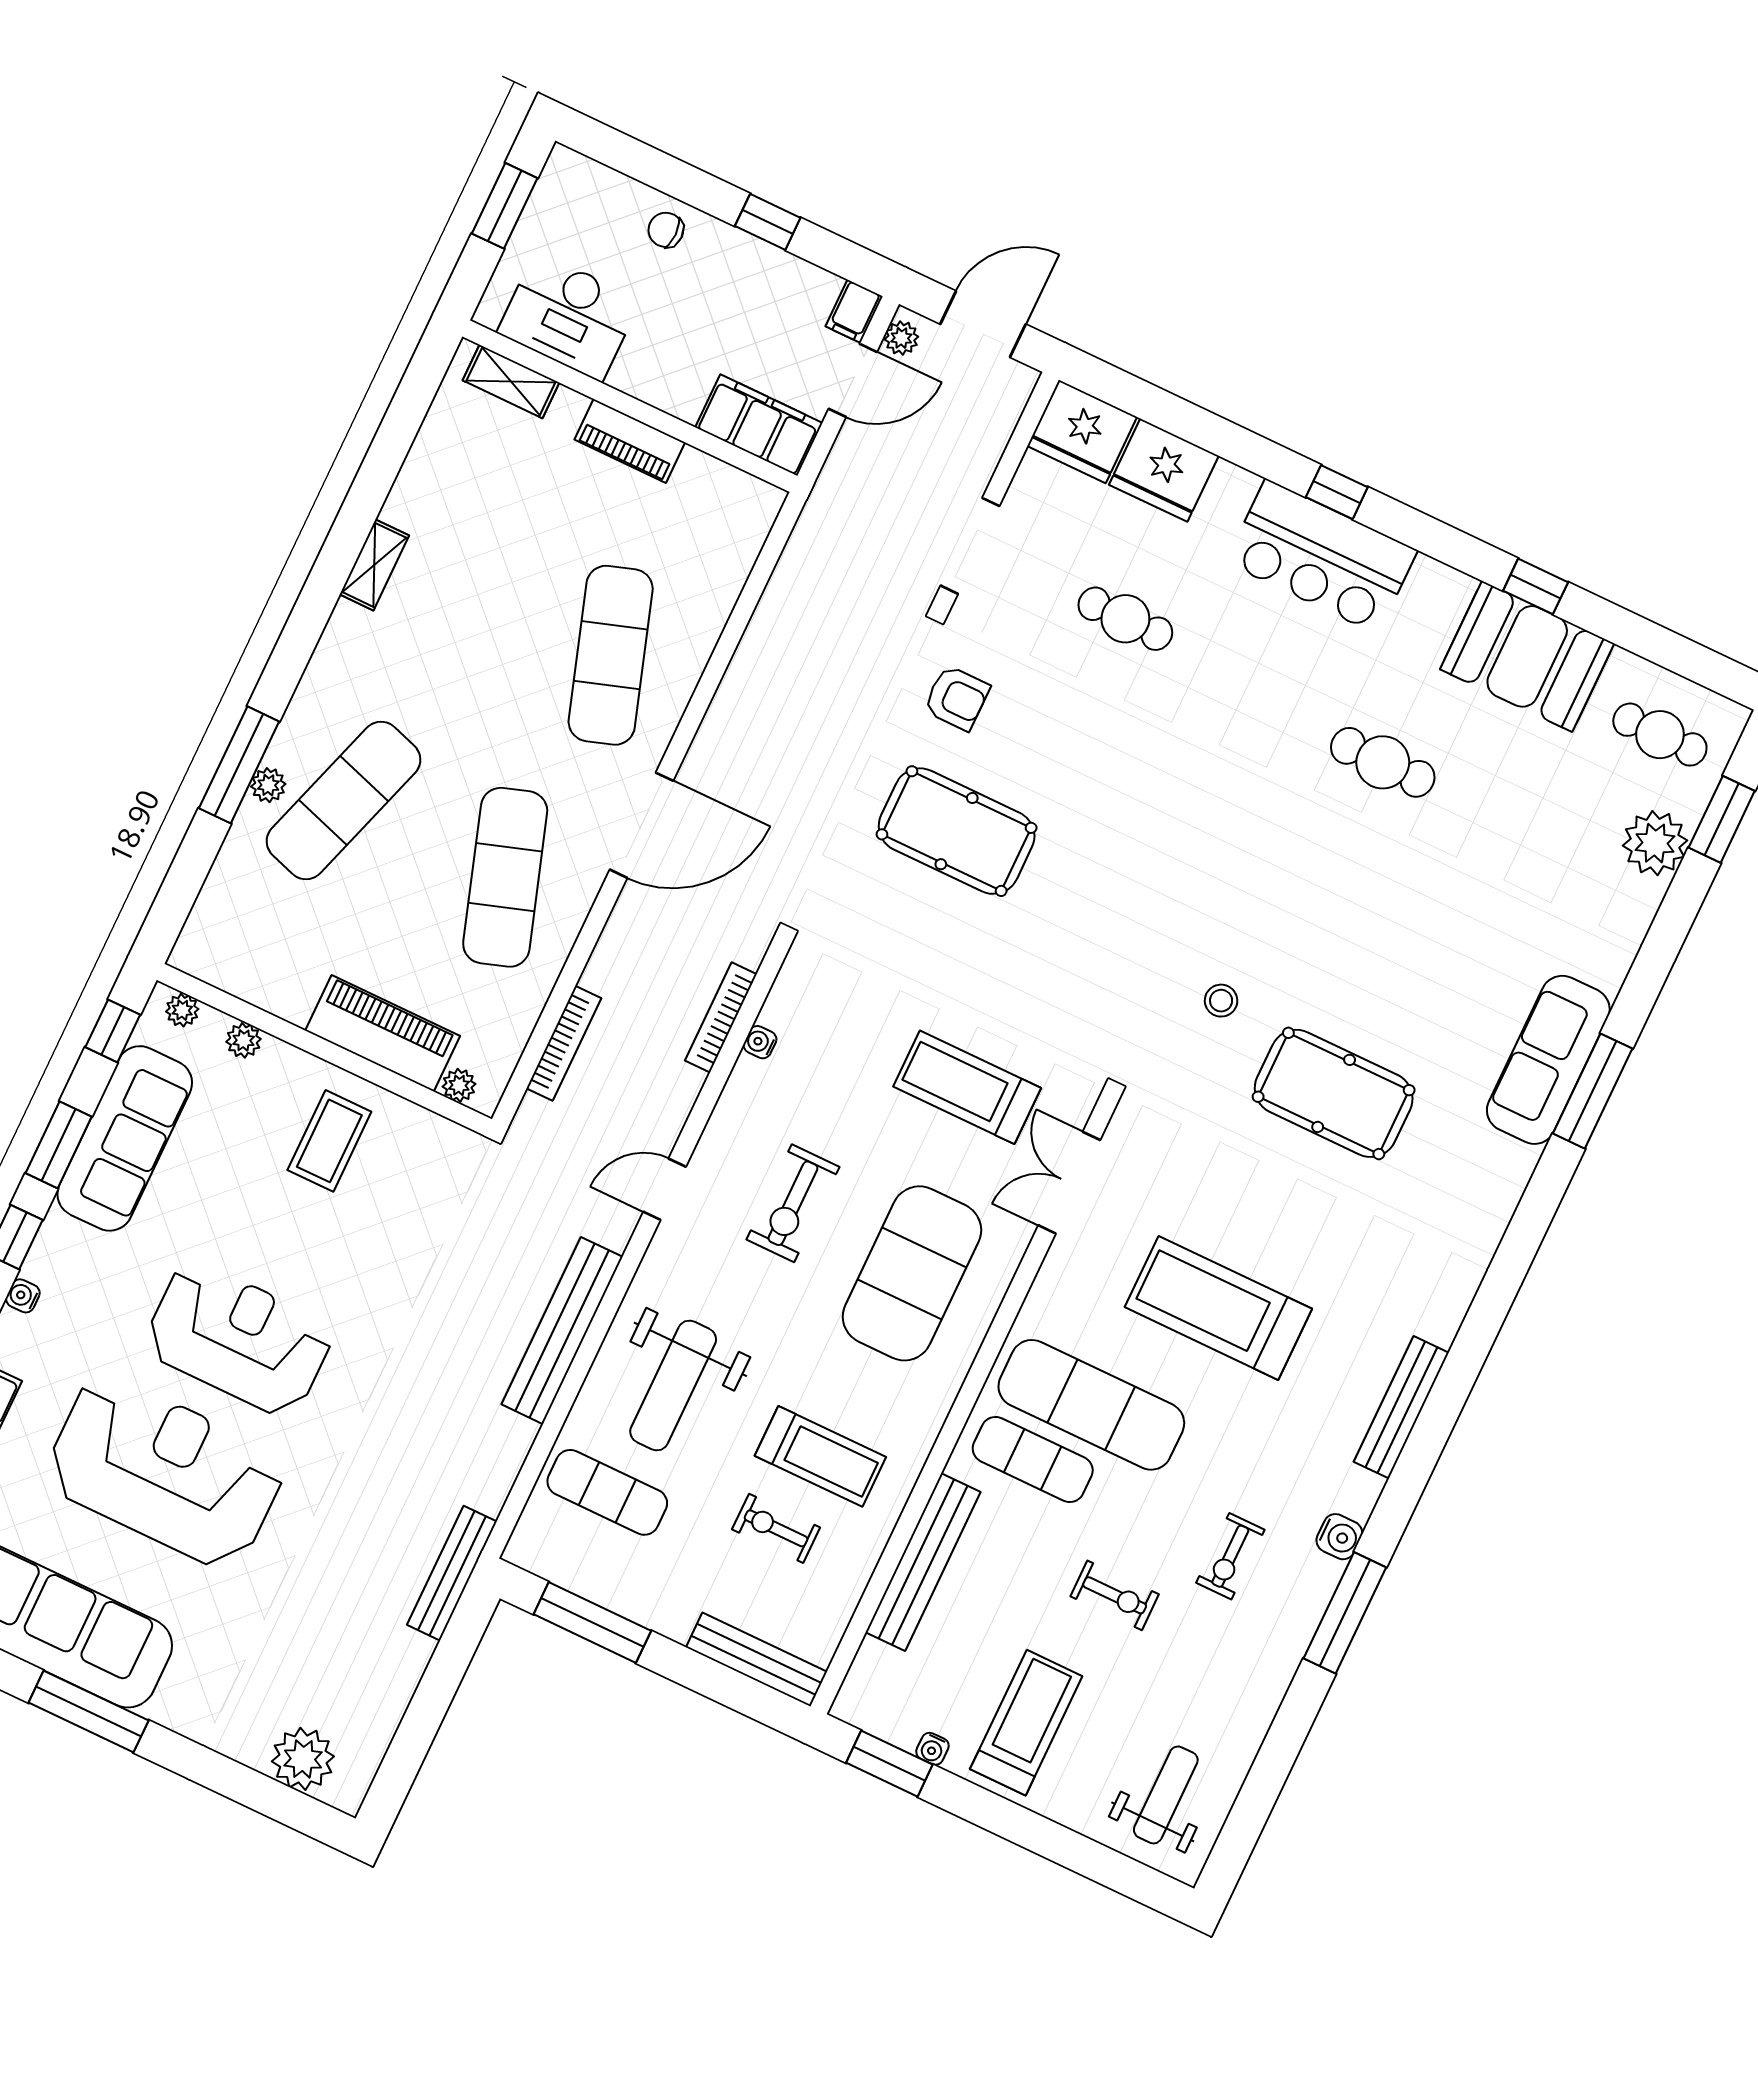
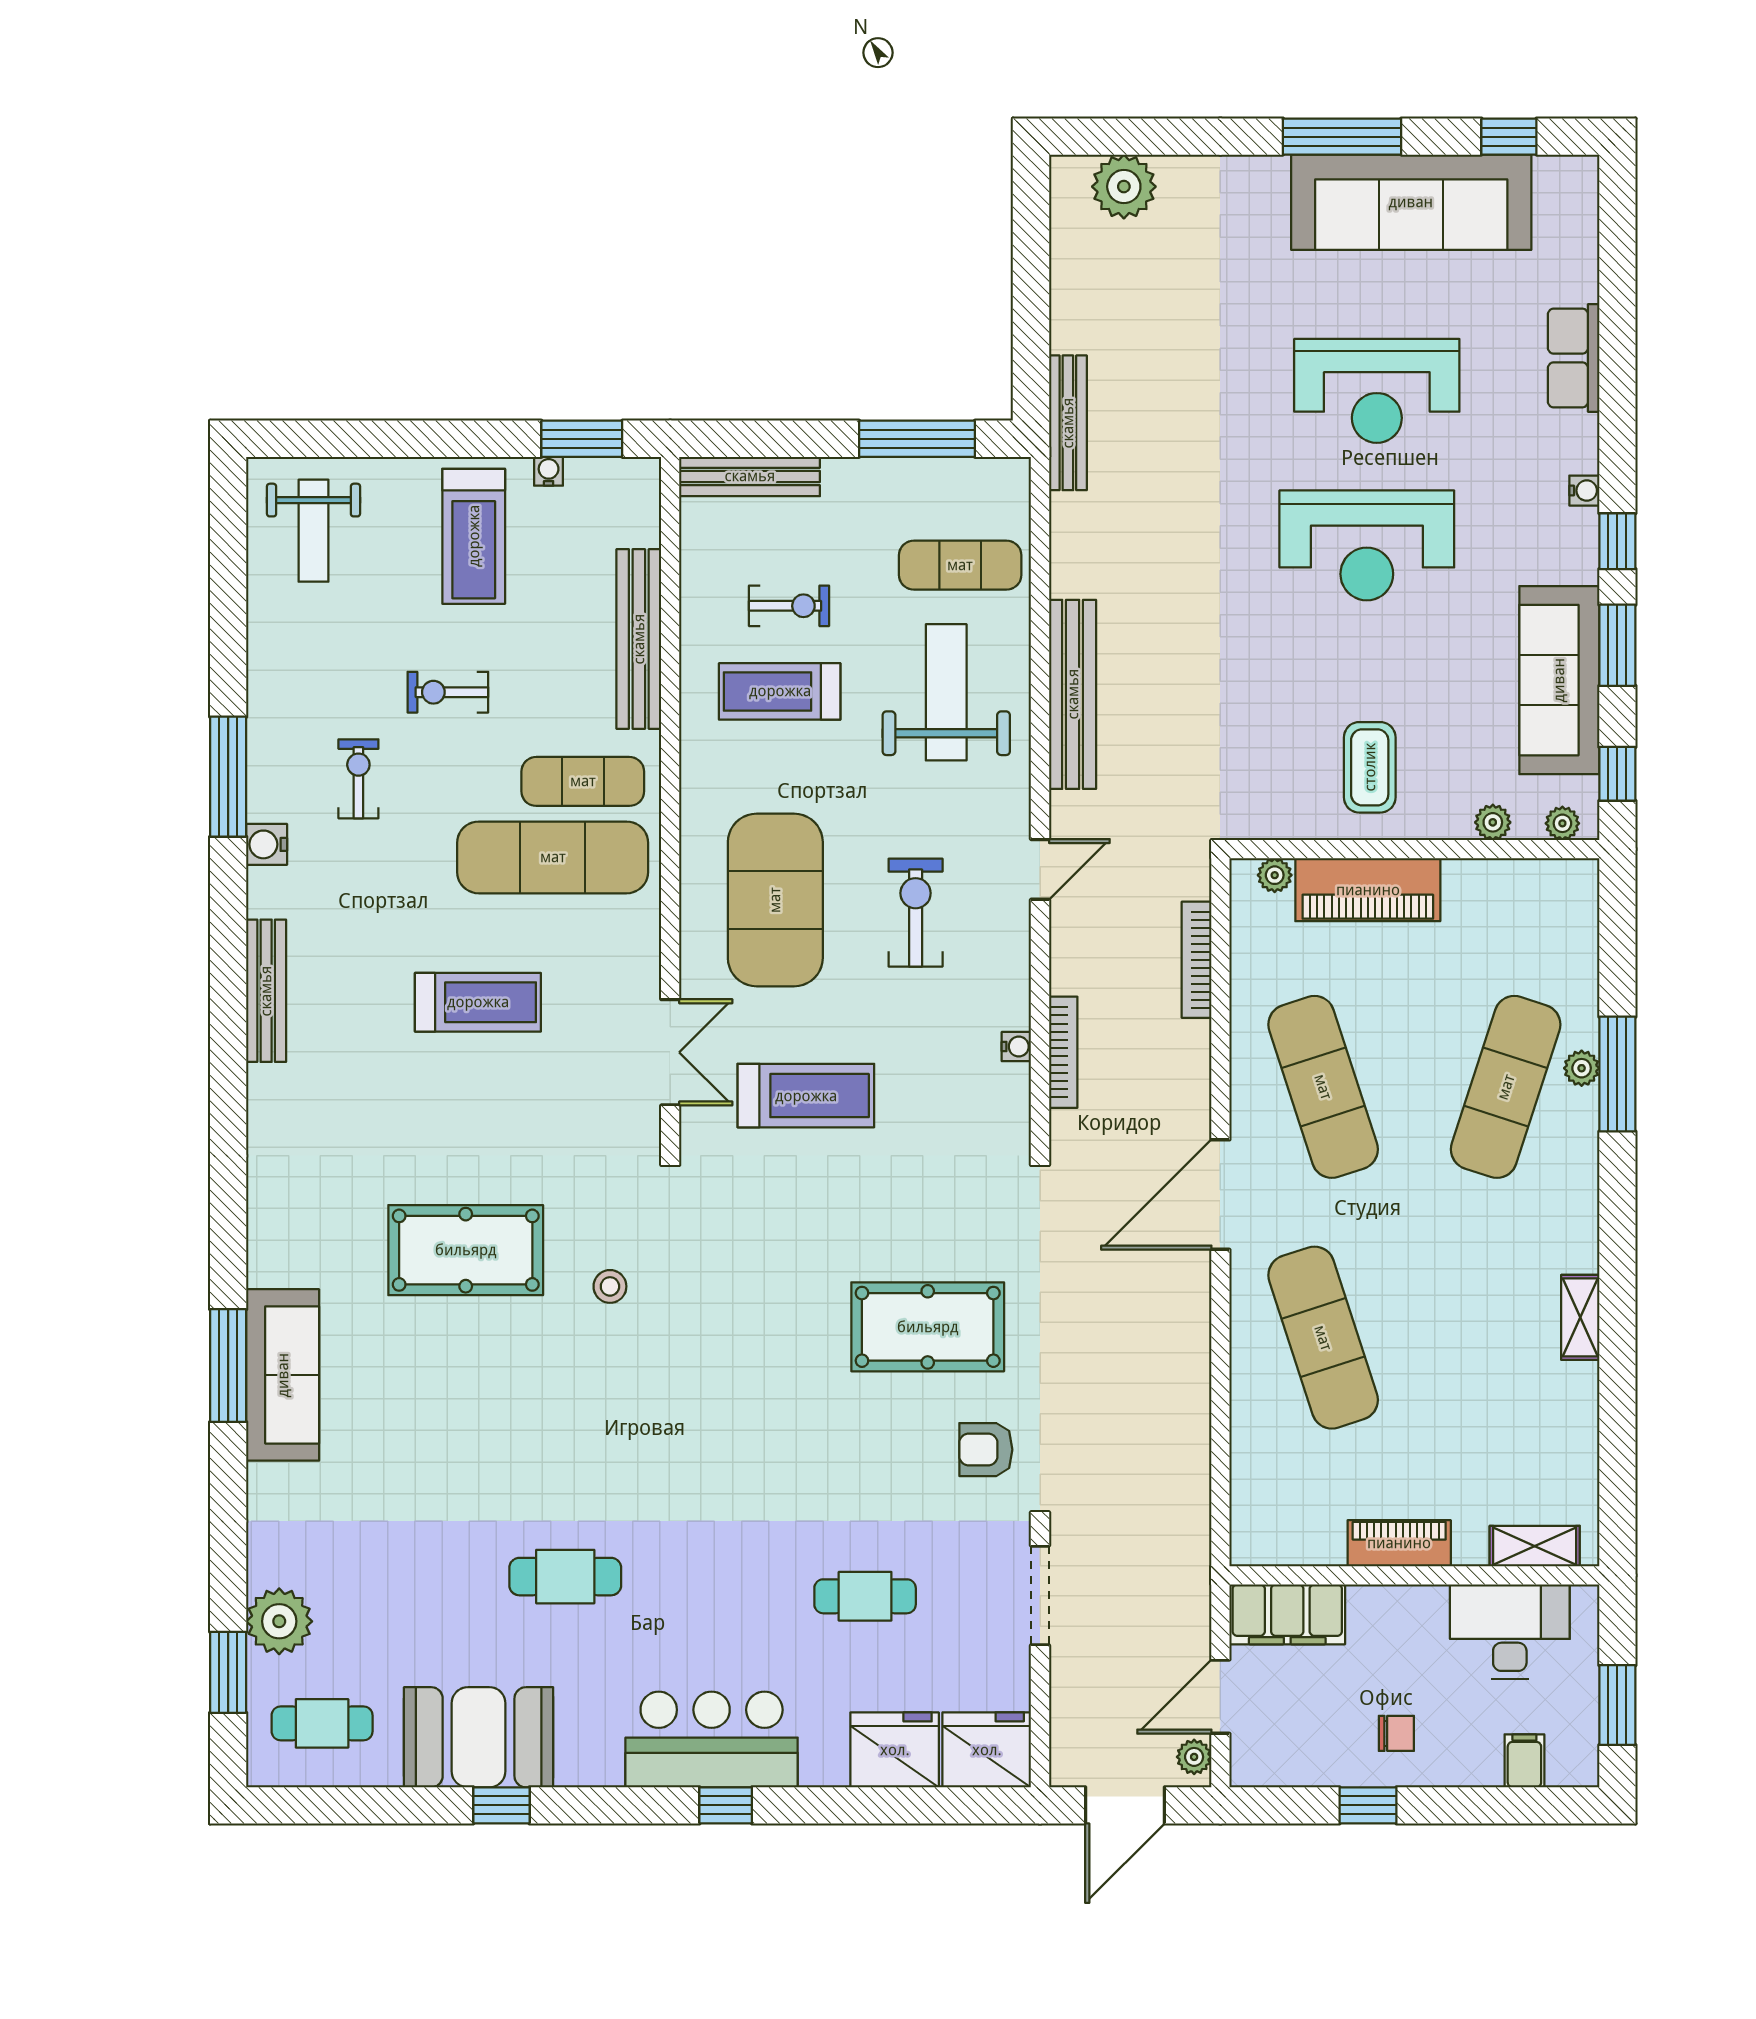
chair: (666, 230) -> (1396, 1733), moved
filing cabinet: (854, 311) -> (1524, 1761), moved
treadmill: (1218, 1308) -> (478, 1002), width x0.73, depth x0.73
reception desk: (165, 1471) -> (1377, 391), width x0.74, depth x0.77

